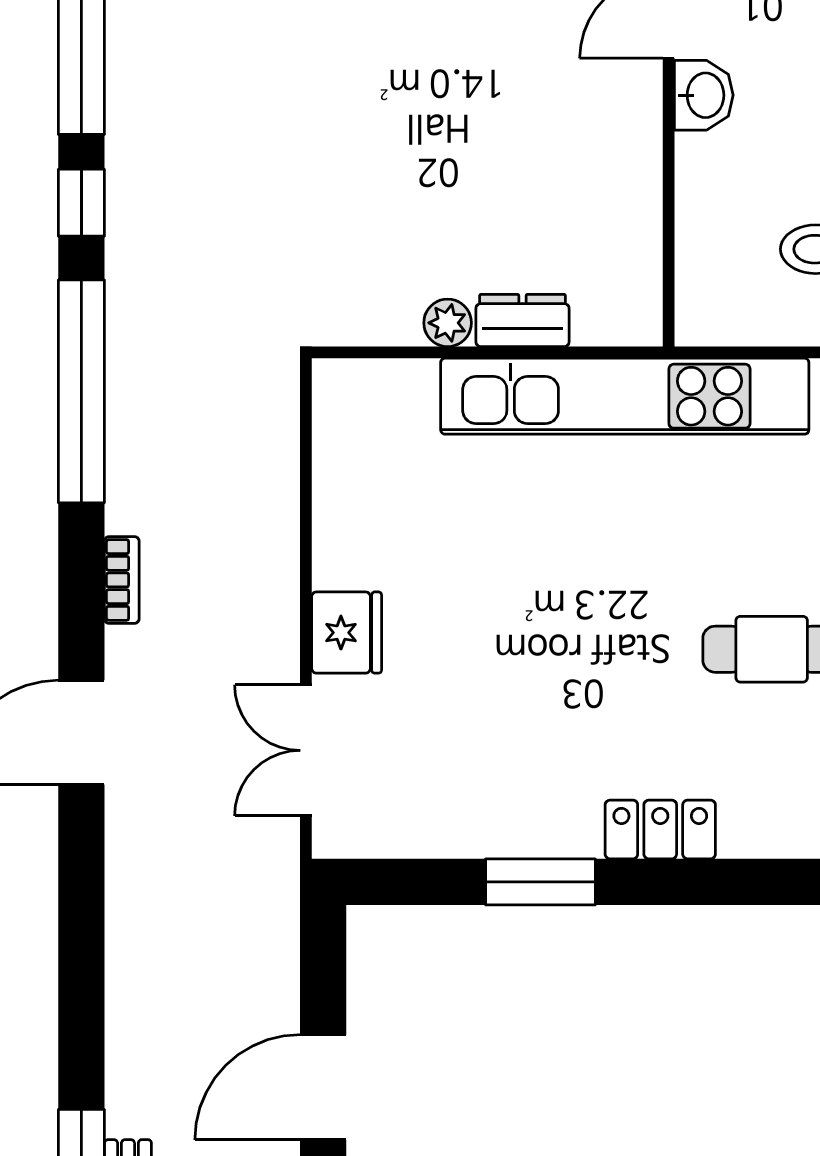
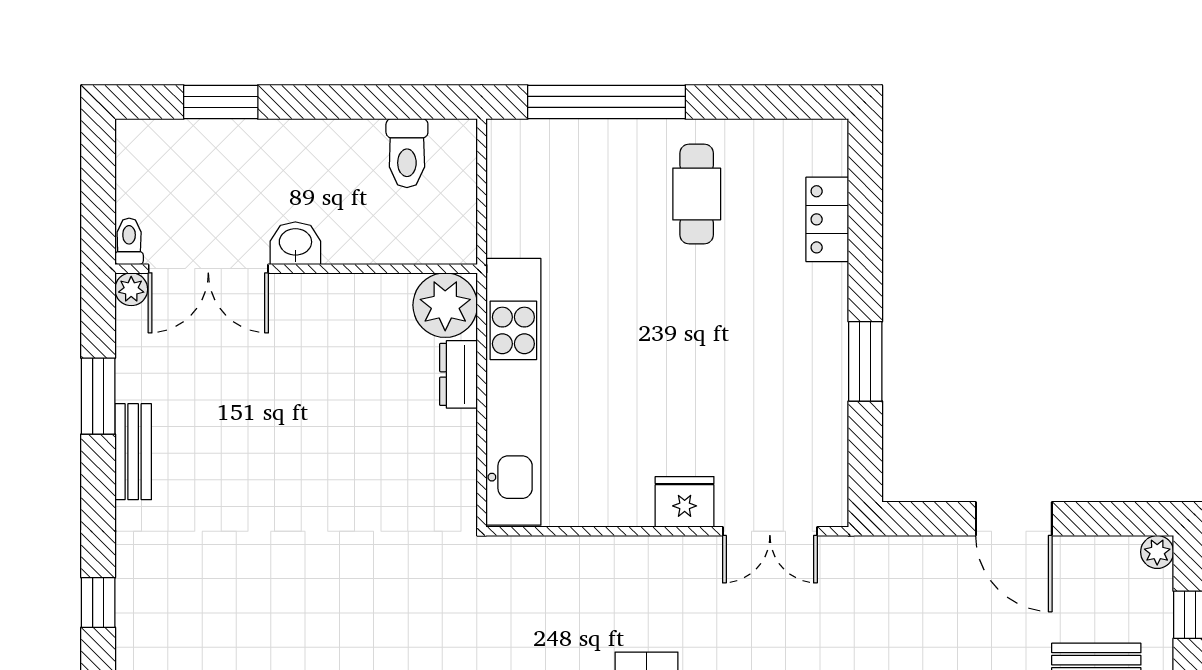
plant: (448, 323) -> (445, 305), moved, width x1.88, depth x1.88
kitchen unit: (625, 396) -> (513, 392), moved
locker: (660, 829) -> (827, 219), moved

